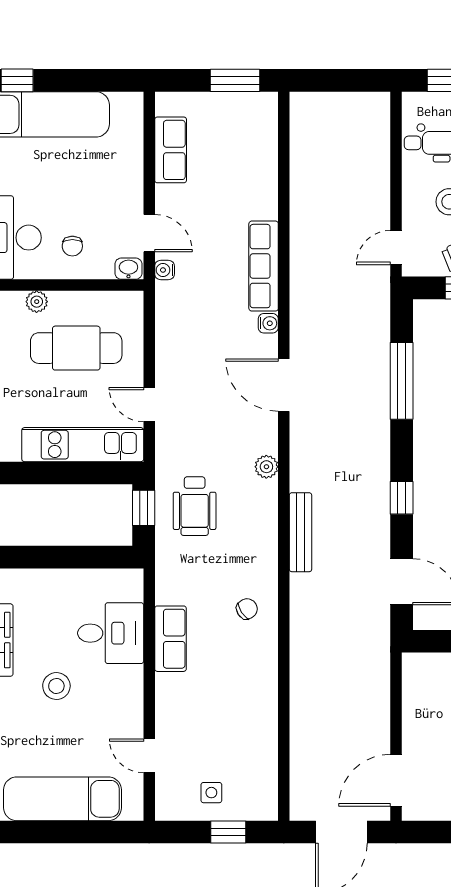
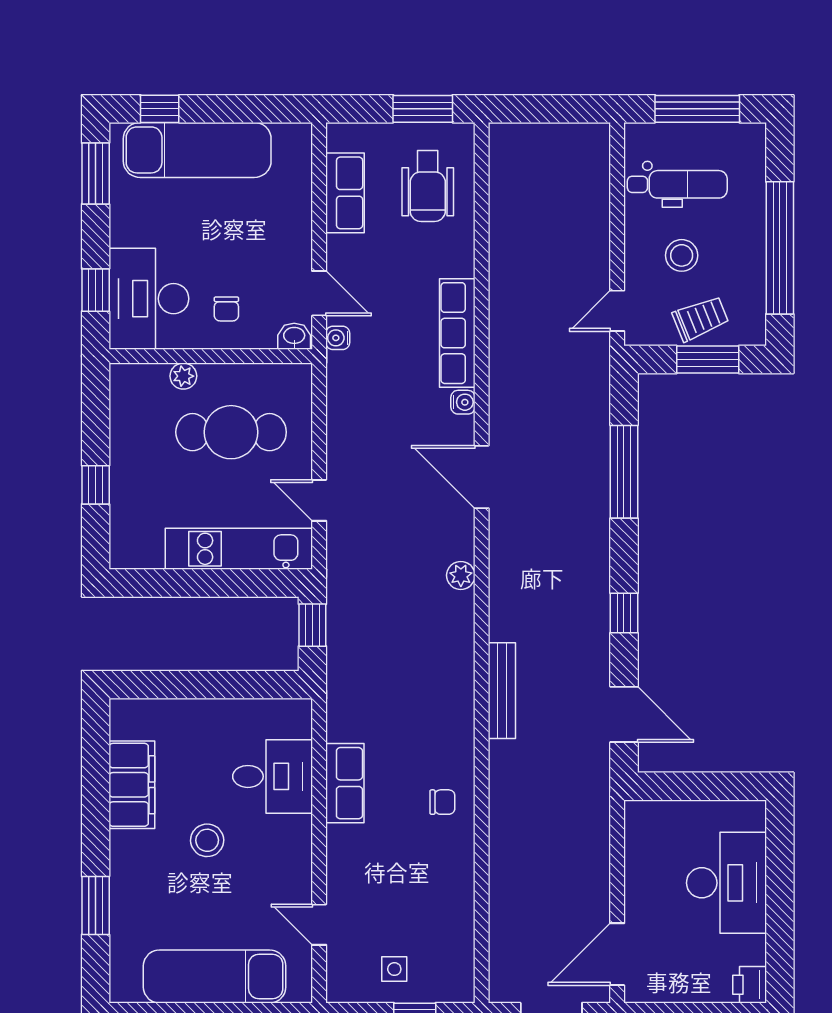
wheelchair: (195, 506) -> (428, 186), moved
bench: (300, 532) -> (502, 691), moved
chair: (247, 609) -> (442, 802), moved, turned 33

